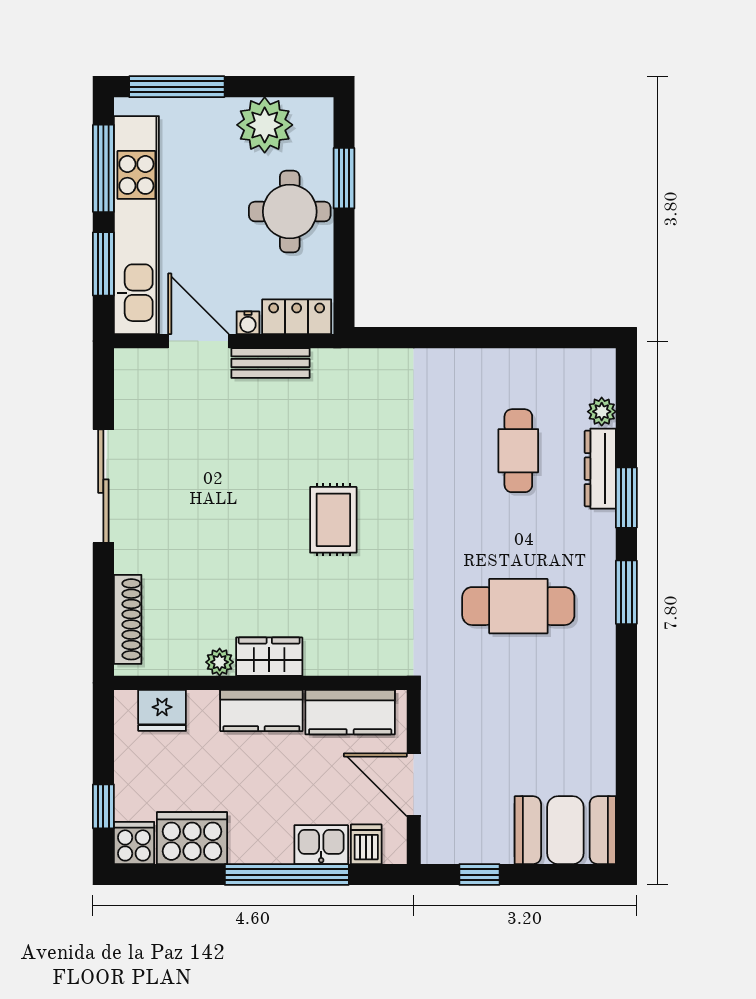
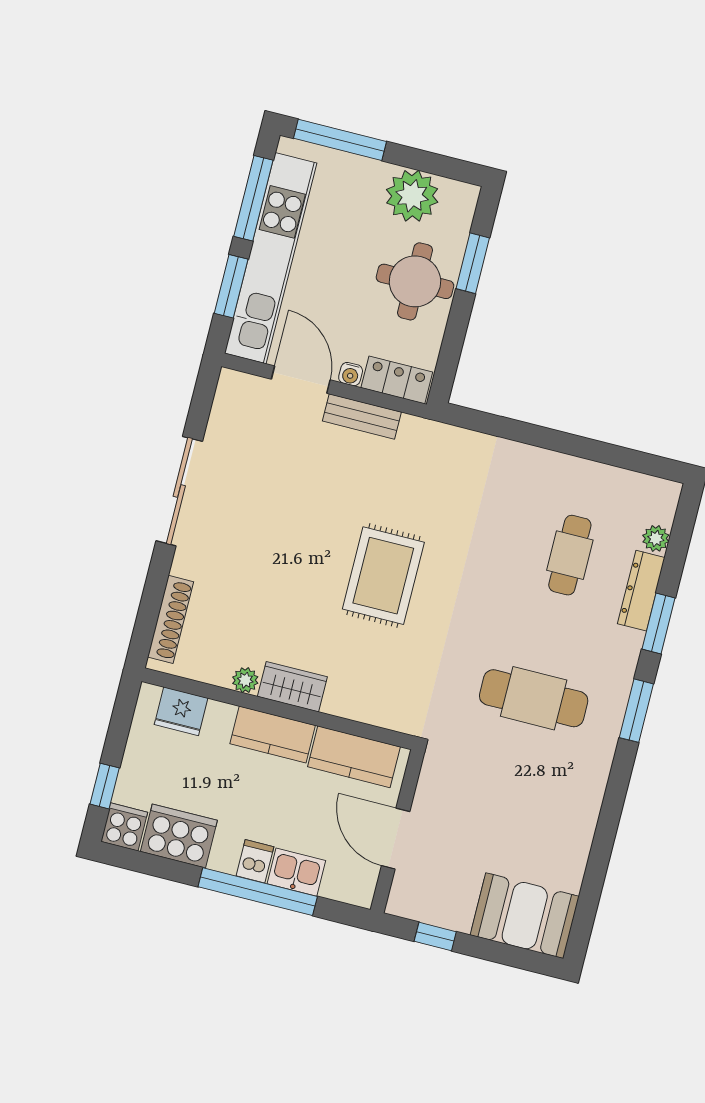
rug: (333, 520) -> (383, 576), width x1.36, depth x1.43
dishwasher: (366, 844) -> (255, 861), moved

